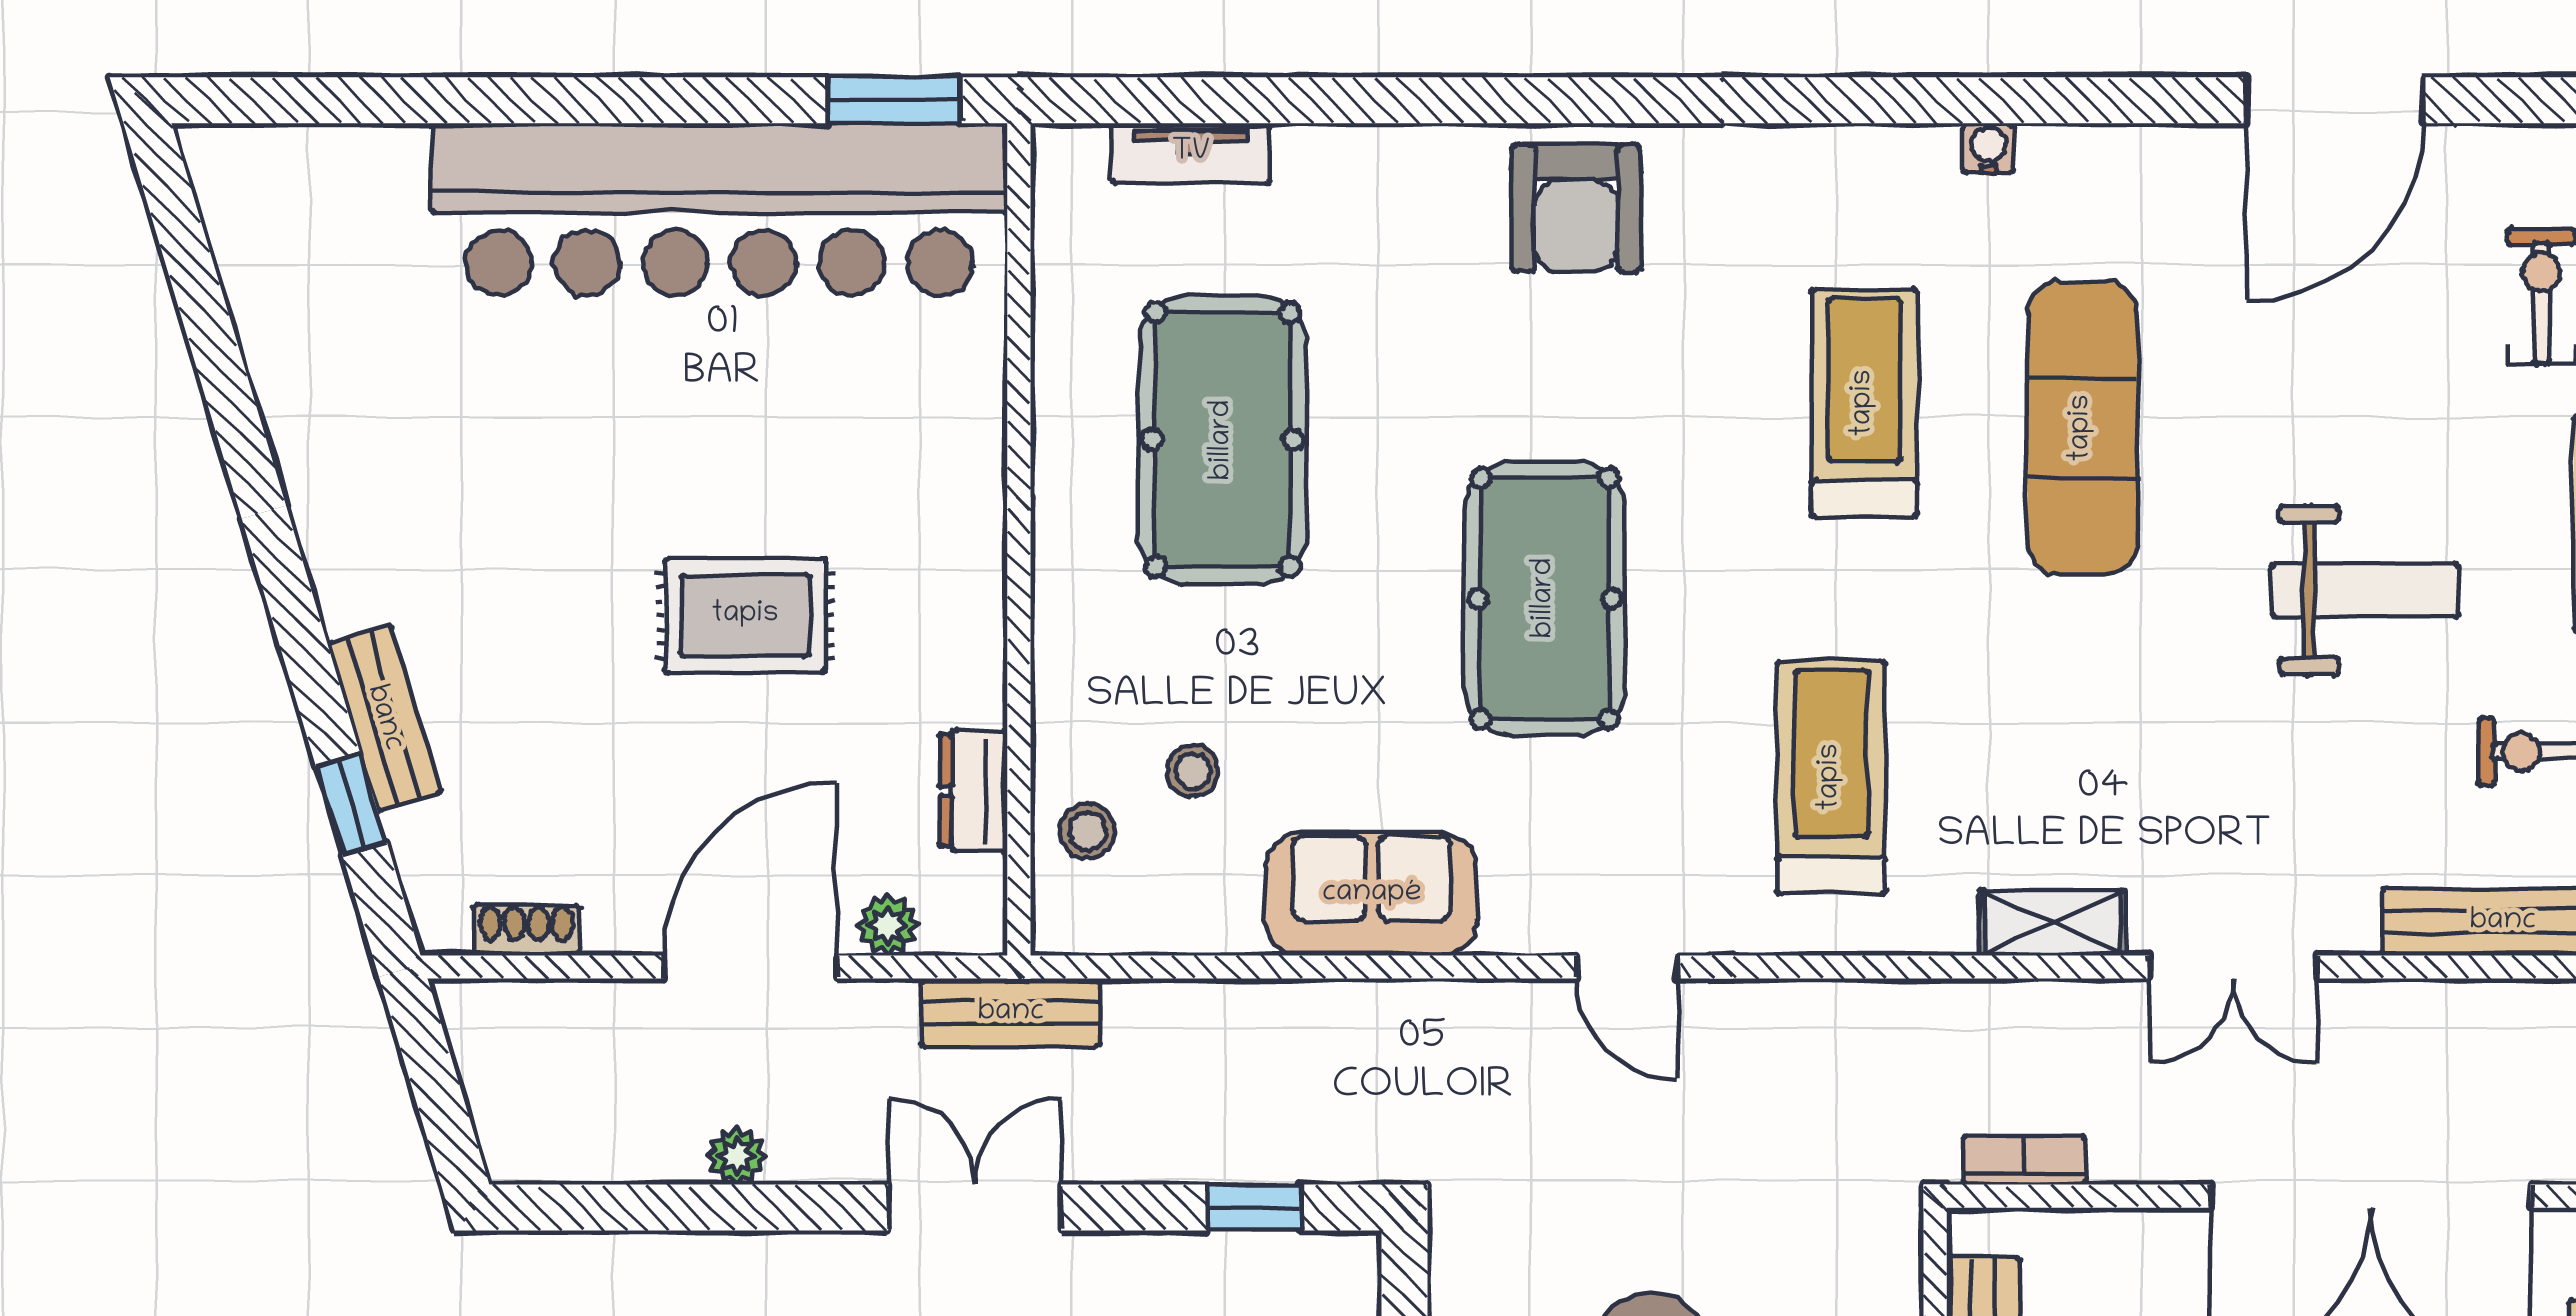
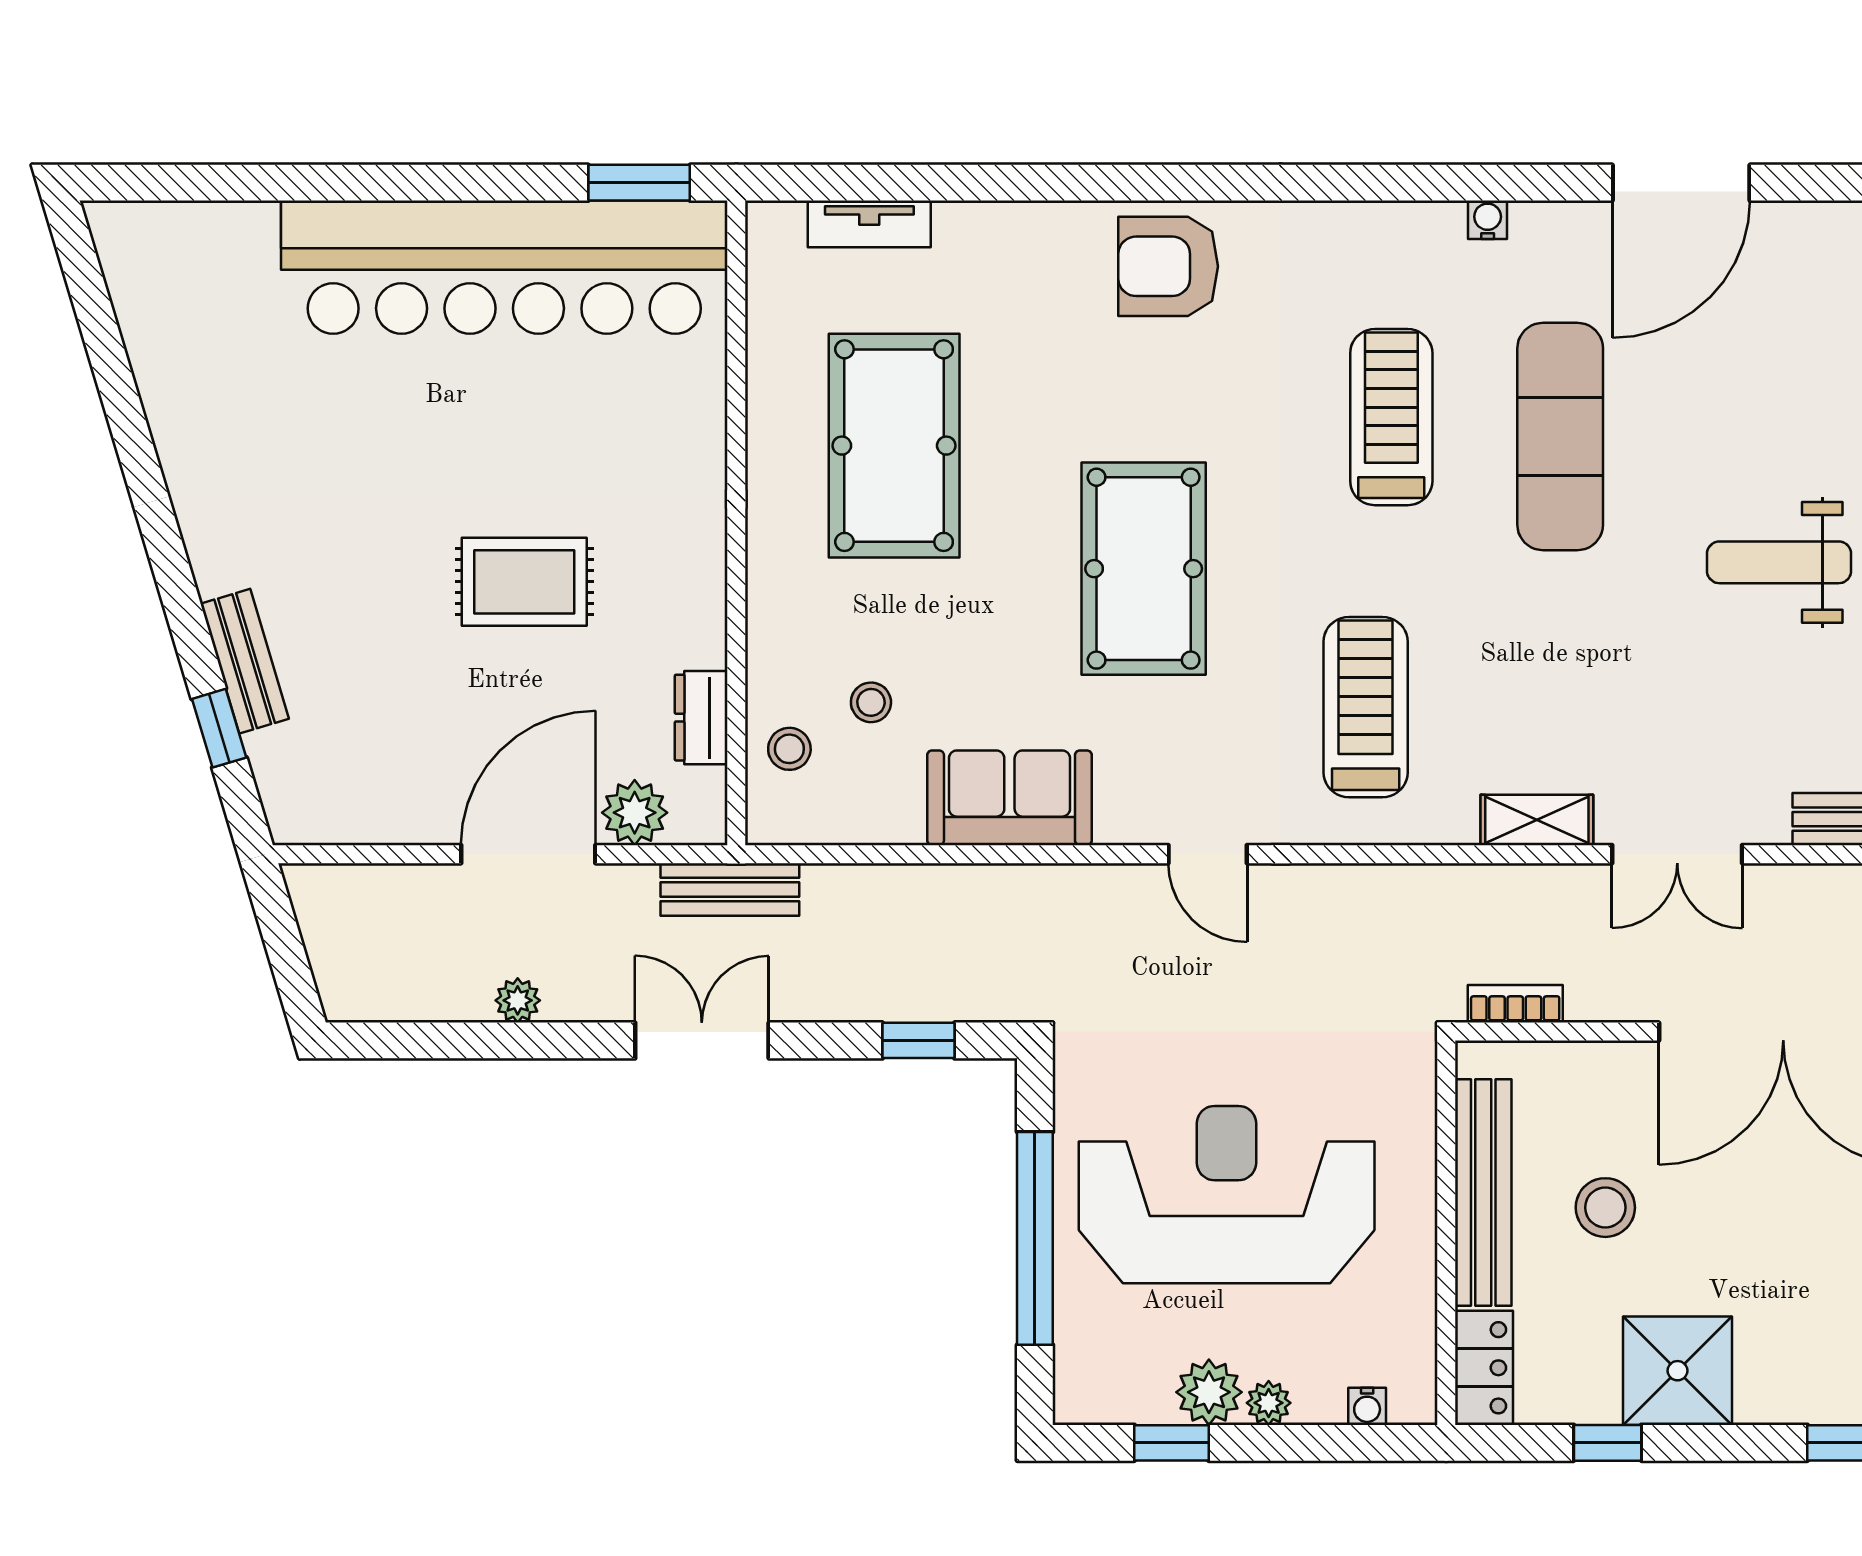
door: (2335, 100) -> (1681, 183), moved
armchair: (1576, 208) -> (1168, 266), turned 90
weight bench: (2365, 590) -> (1779, 562), turned 180
plant: (888, 925) -> (635, 813), width x1.38, depth x1.38
shoe rack: (526, 930) -> (355, 826), removed

